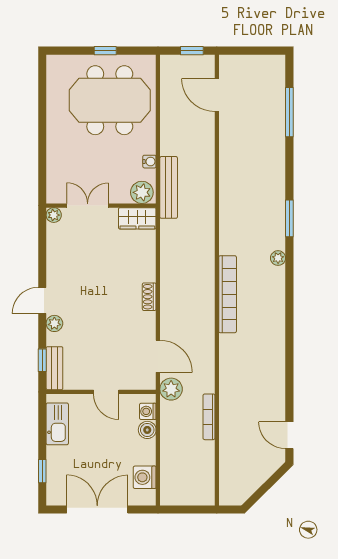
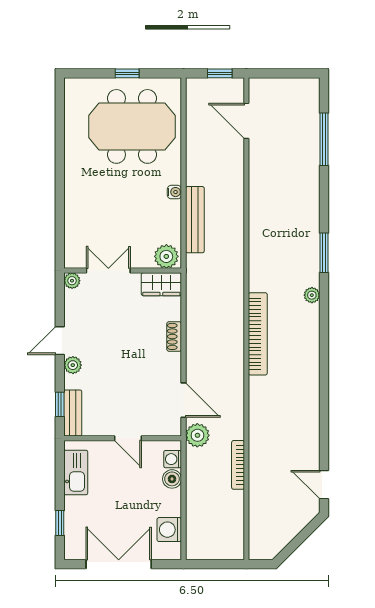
plant: (142, 192) -> (166, 256), moved
double door: (88, 206) -> (108, 271), moved
wall: (101, 206) -> (123, 271), moved
plant: (54, 215) -> (72, 281), moved
wardrobe: (137, 218) -> (161, 284), moved

